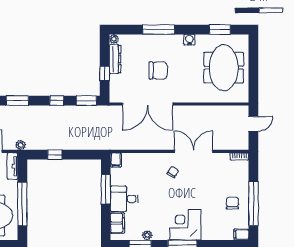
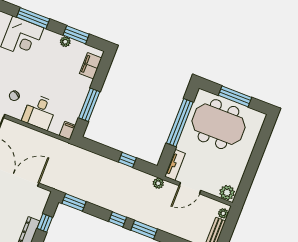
window: (57, 101) -> (118, 219), moved
desk: (124, 199) -> (40, 112), moved, turned 90

